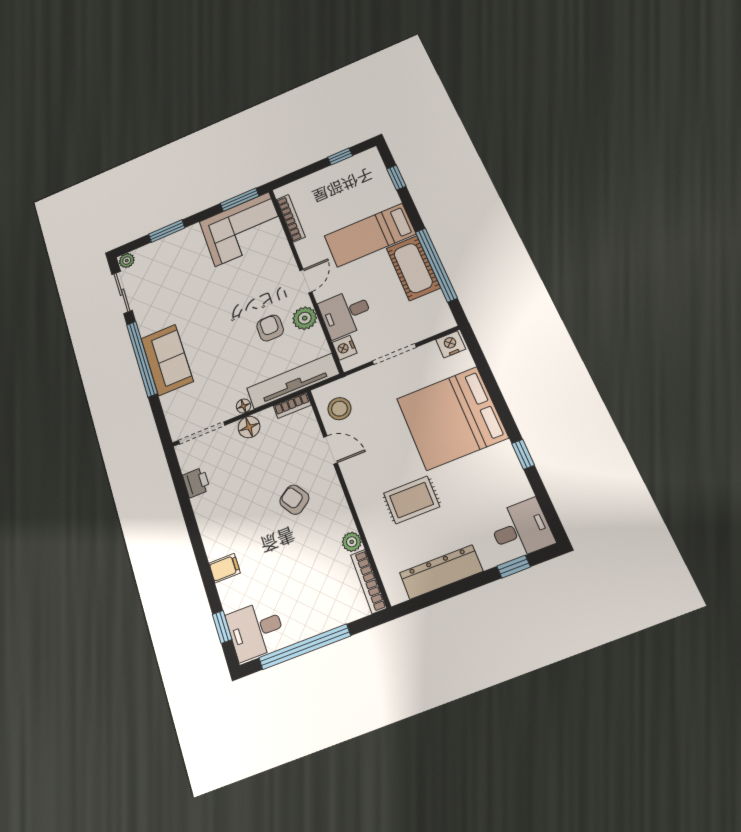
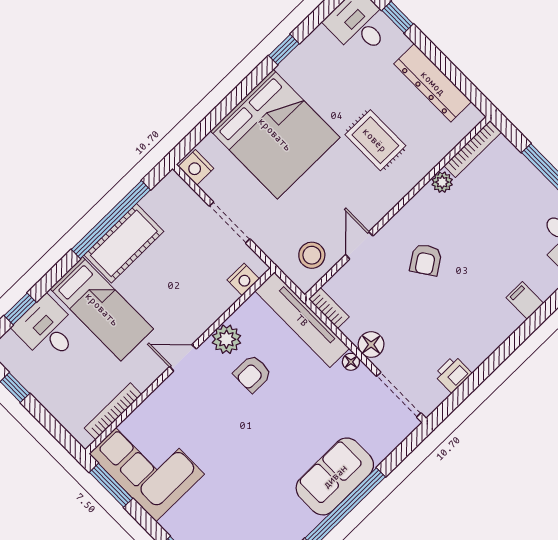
desk: (346, 313) -> (47, 329), moved, turned 180

